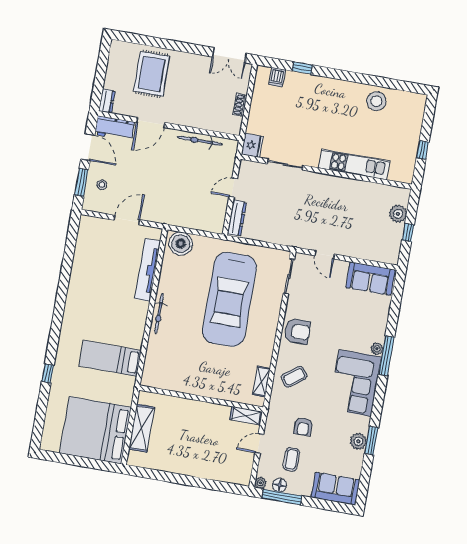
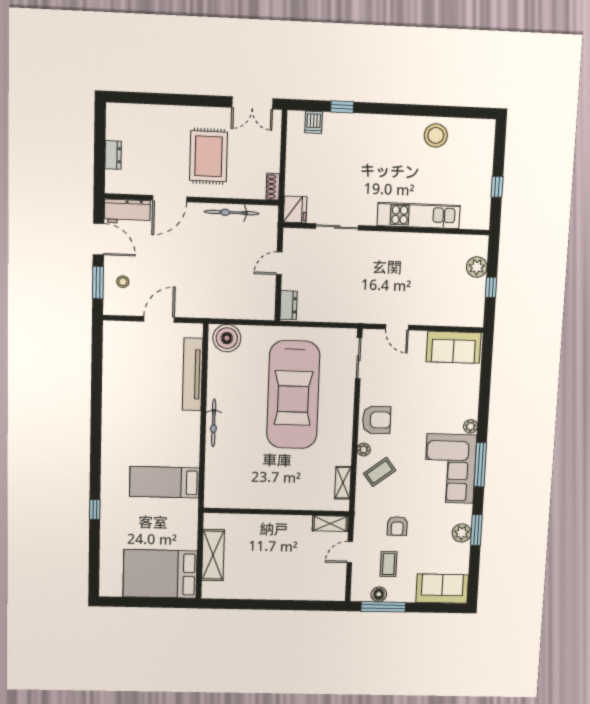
rug: (152, 74) -> (209, 156), moved
dresser: (107, 101) -> (113, 155), moved
shoe rack: (240, 105) -> (273, 187), moved
dresser: (237, 218) -> (289, 305), width x0.70
window: (386, 356) -> (480, 465), moved
bed: (95, 430) -> (160, 574), width x0.73
plant: (260, 483) -> (364, 450), moved

